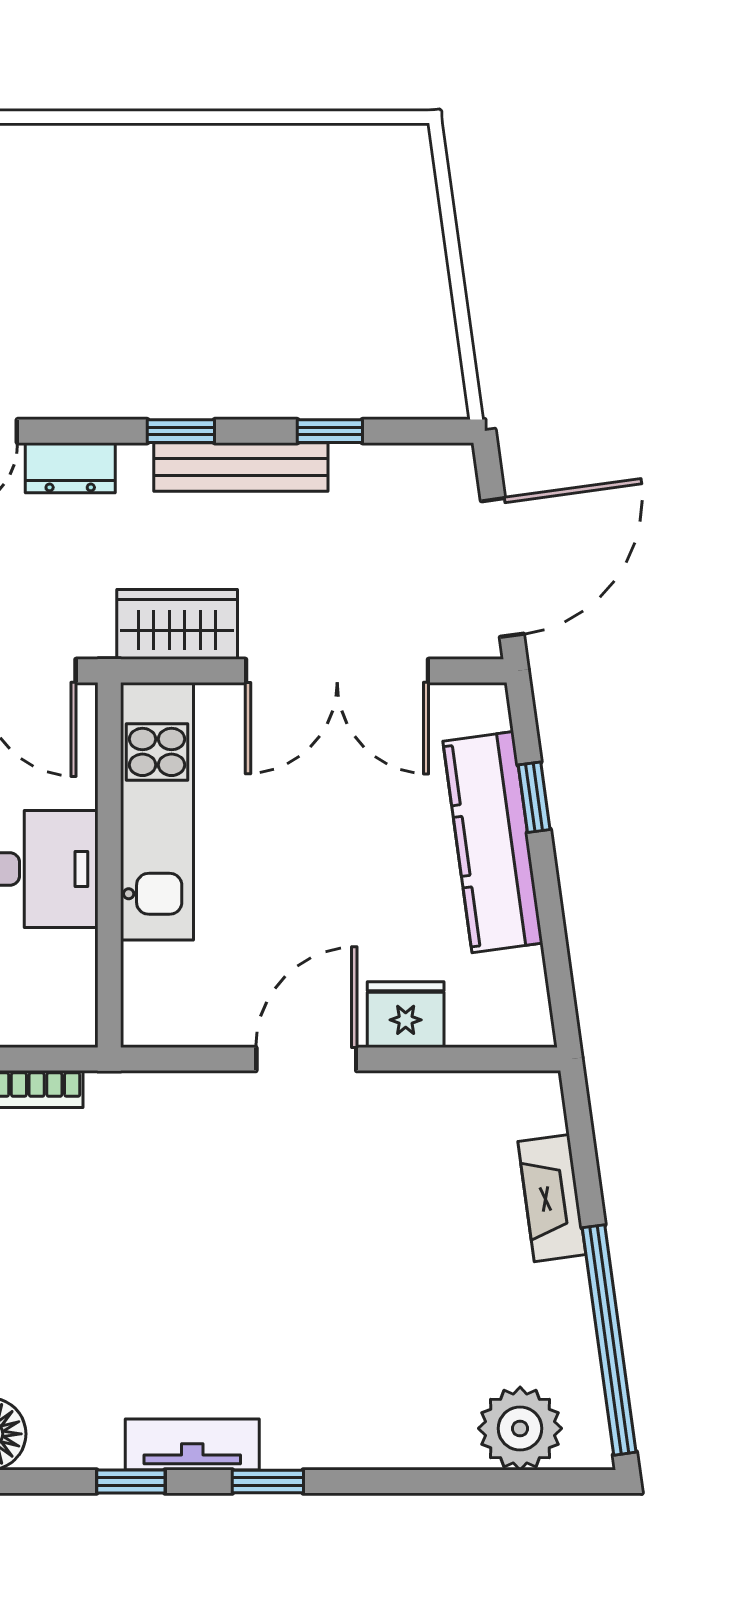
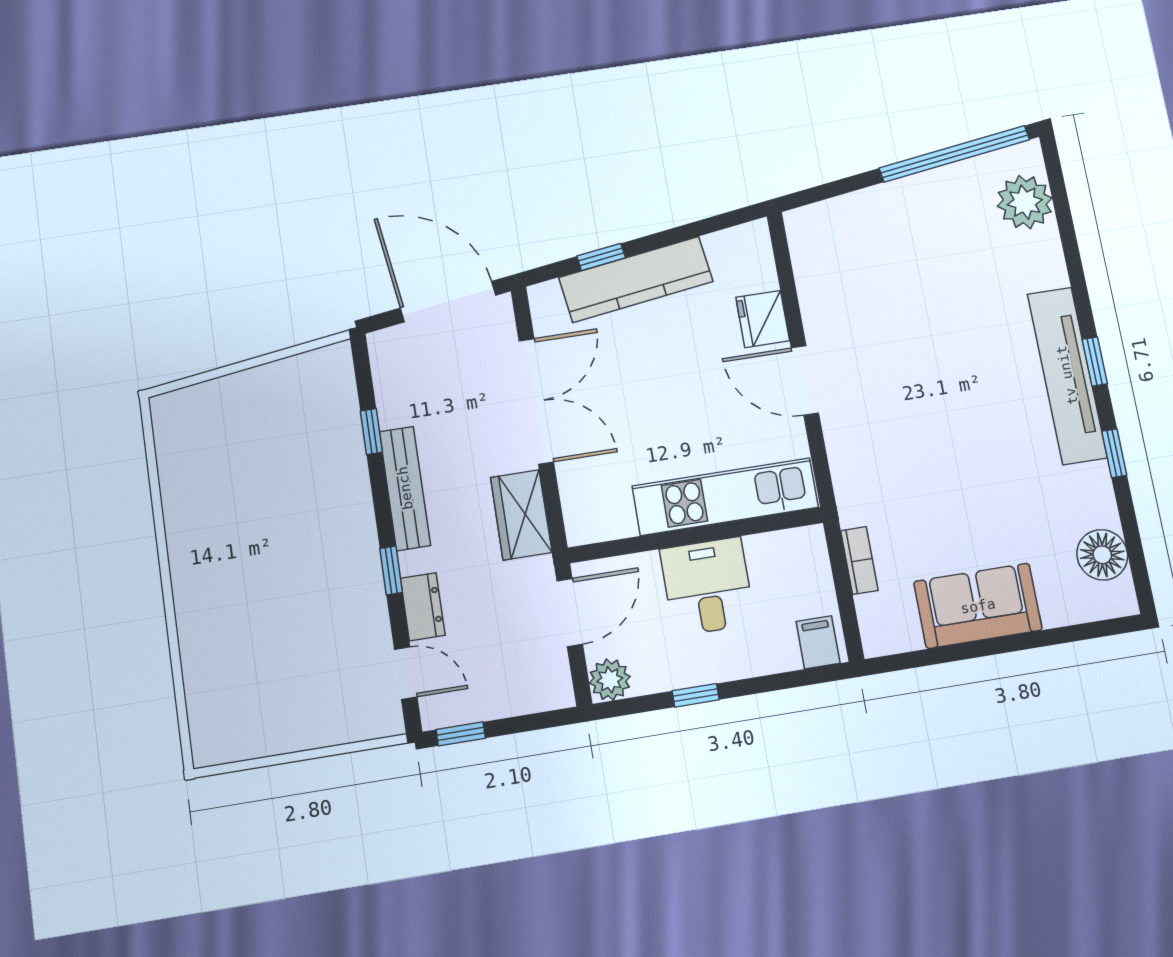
window: (181, 431) -> (391, 570), moved
kitchen unit: (157, 811) -> (725, 497), moved
fireplace: (552, 1198) -> (868, 205), removed
tv unit: (192, 1445) -> (1067, 375), width x1.92, depth x1.29

